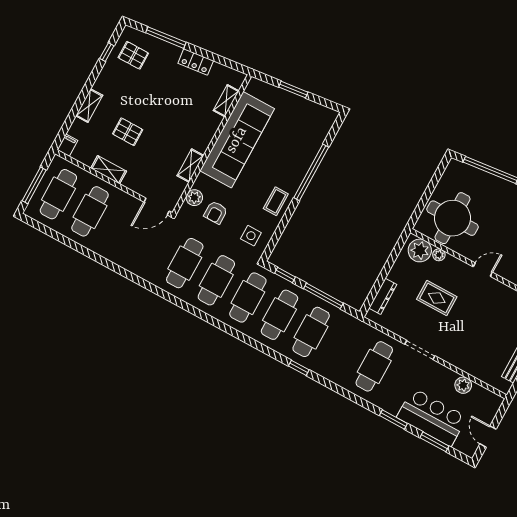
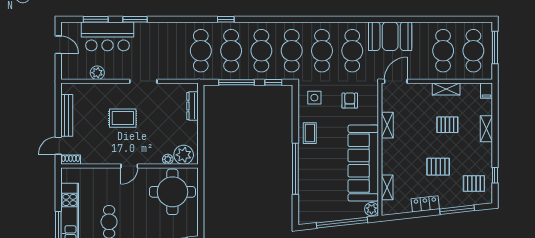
window: (293, 90) -> (342, 223), width x2.11
pallet: (161, 93) -> (438, 167), added
plant: (194, 198) -> (372, 209), moved
booth: (137, 257) -> (390, 36), added
rug: (437, 298) -> (123, 118), moved
cafe table: (374, 366) -> (201, 51), moved

